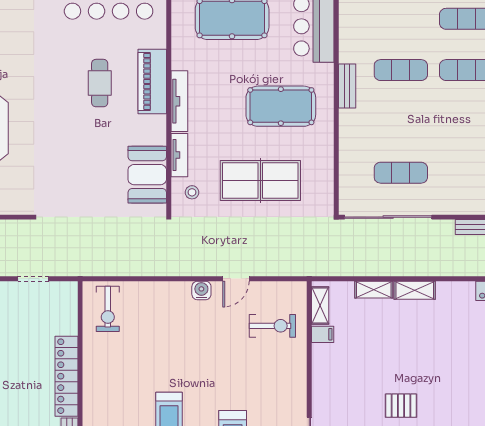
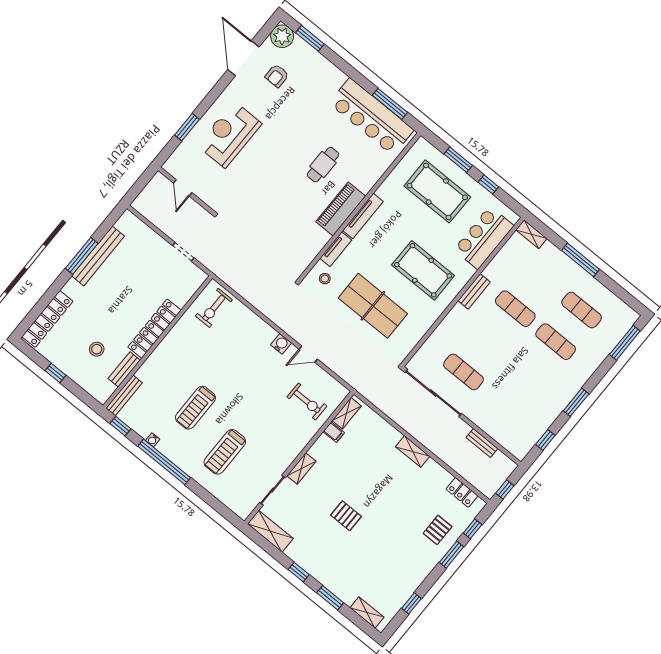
piano: (152, 81) -> (341, 209), moved
booth: (147, 175) -> (306, 245), removed
shelving: (374, 290) -> (301, 468), moved, turned 90

